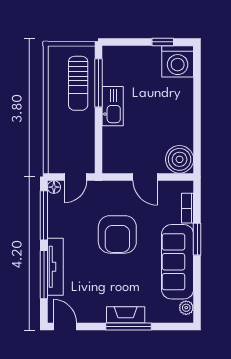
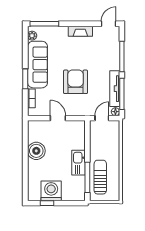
washing machine: (178, 61) -> (51, 191), moved
boiler: (180, 159) -> (36, 151), moved
tv unit: (55, 267) -> (115, 89), moved
fireplace: (126, 315) -> (80, 31), moved
door: (65, 326) -> (109, 24), swing flipped
window: (128, 326) -> (44, 24), moved

